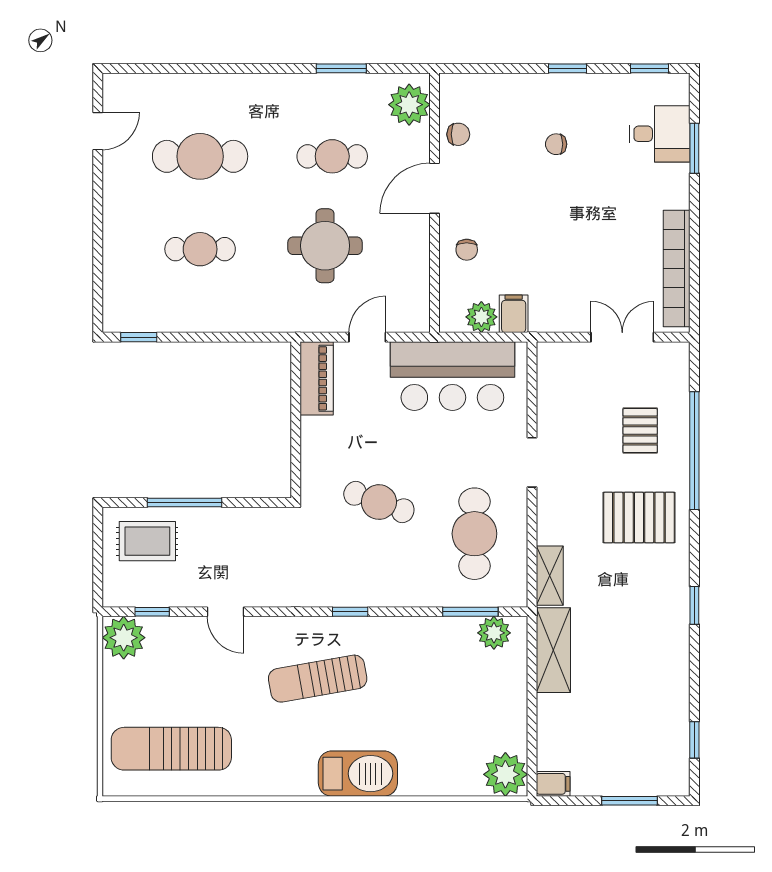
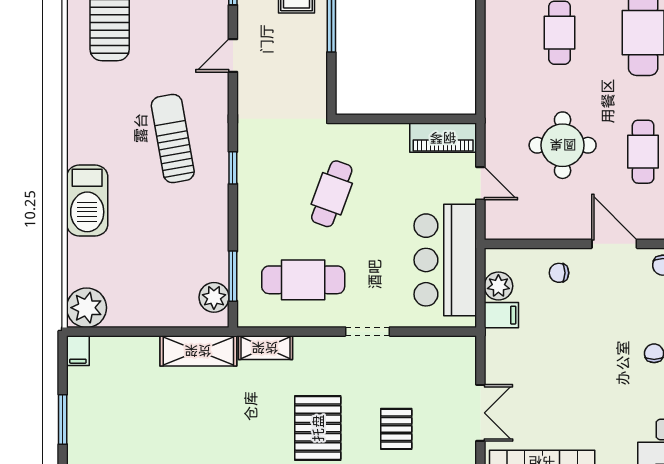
pallet: (640, 431) -> (396, 429), turned 90
barbecue: (358, 774) -> (87, 200), moved

